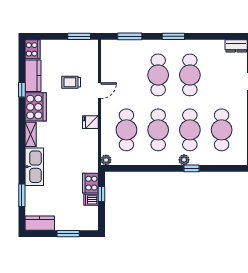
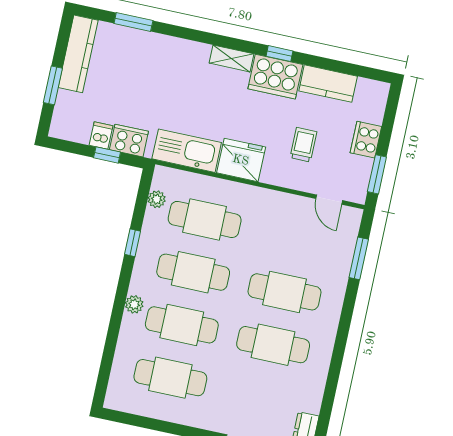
window: (173, 36) -> (343, 331), removed
cooker: (32, 49) -> (366, 140), moved, turned 90
window: (22, 90) -> (280, 54), moved
door: (100, 91) -> (329, 200), moved
fridge: (90, 122) -> (241, 160), width x1.88, depth x1.34
plant: (106, 160) -> (157, 199), moved
kitchen sink: (34, 167) -> (187, 151), moved, turned 180
window: (191, 168) -> (133, 243), moved
kitchen counter: (40, 223) -> (78, 54), width x1.50

